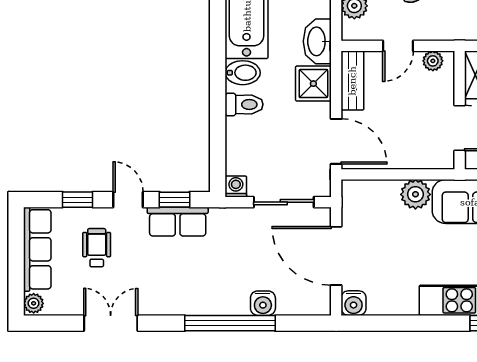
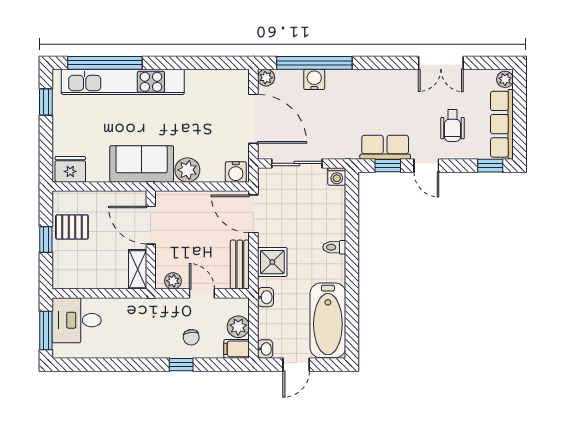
washbasin: (317, 41) -> (266, 297), width x0.52, depth x0.69
door: (398, 46) -> (202, 293), hinge flipped
bidet: (243, 73) -> (331, 271), removed
toilet: (244, 104) -> (334, 247), width x0.73, depth x0.72
window: (77, 200) -> (490, 166), moved
water cooler: (354, 303) -> (236, 172), moved, turned 180
plant: (321, 305) -> (266, 78), added
window: (230, 323) -> (314, 63), moved

